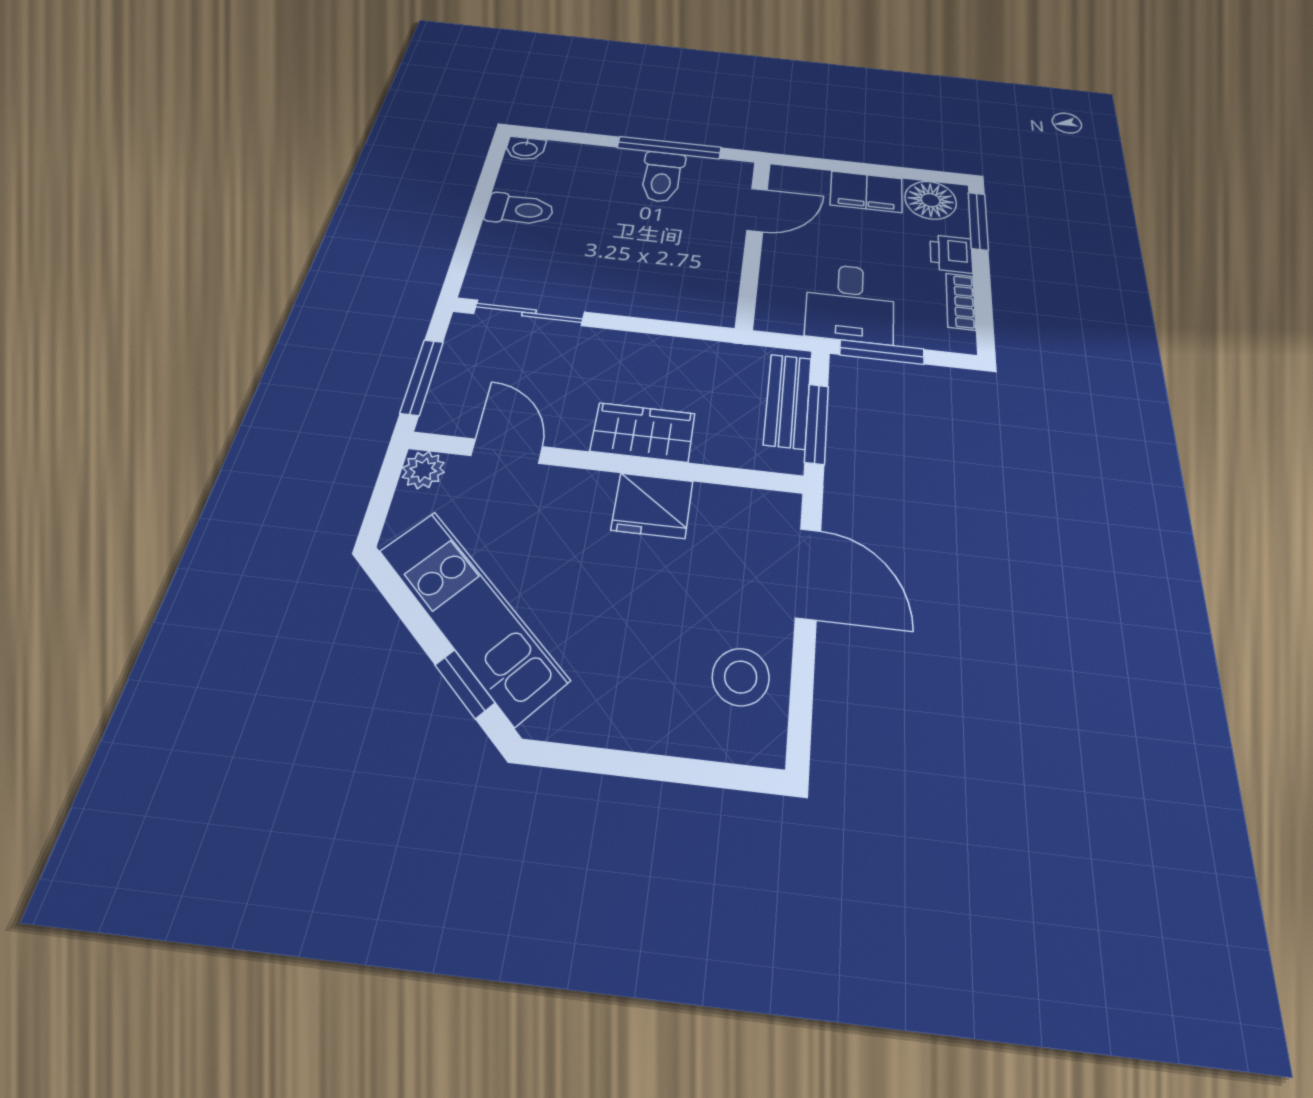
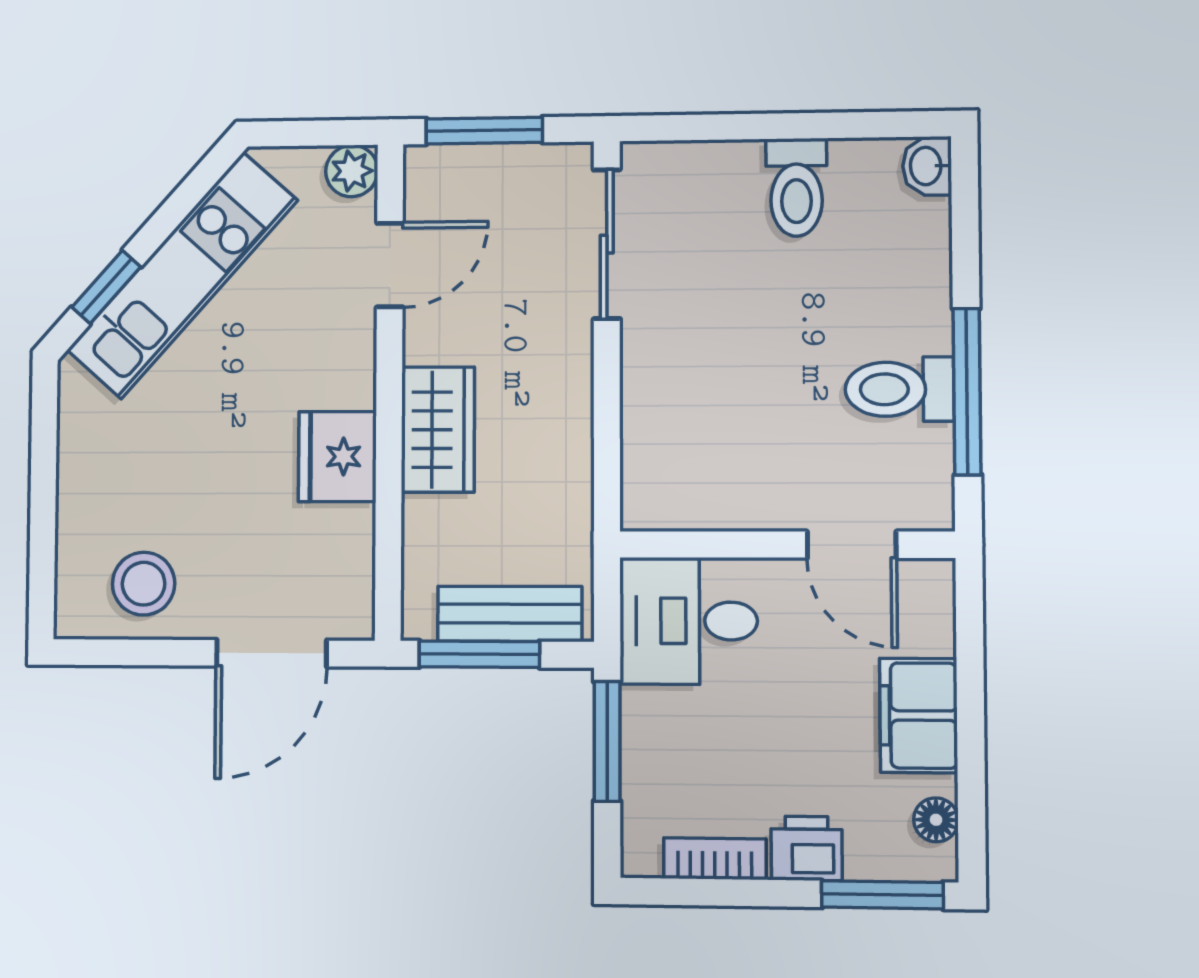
floor lamp: (931, 200) -> (936, 820), width x0.53, depth x0.53
desk: (850, 303) -> (688, 621), moved

